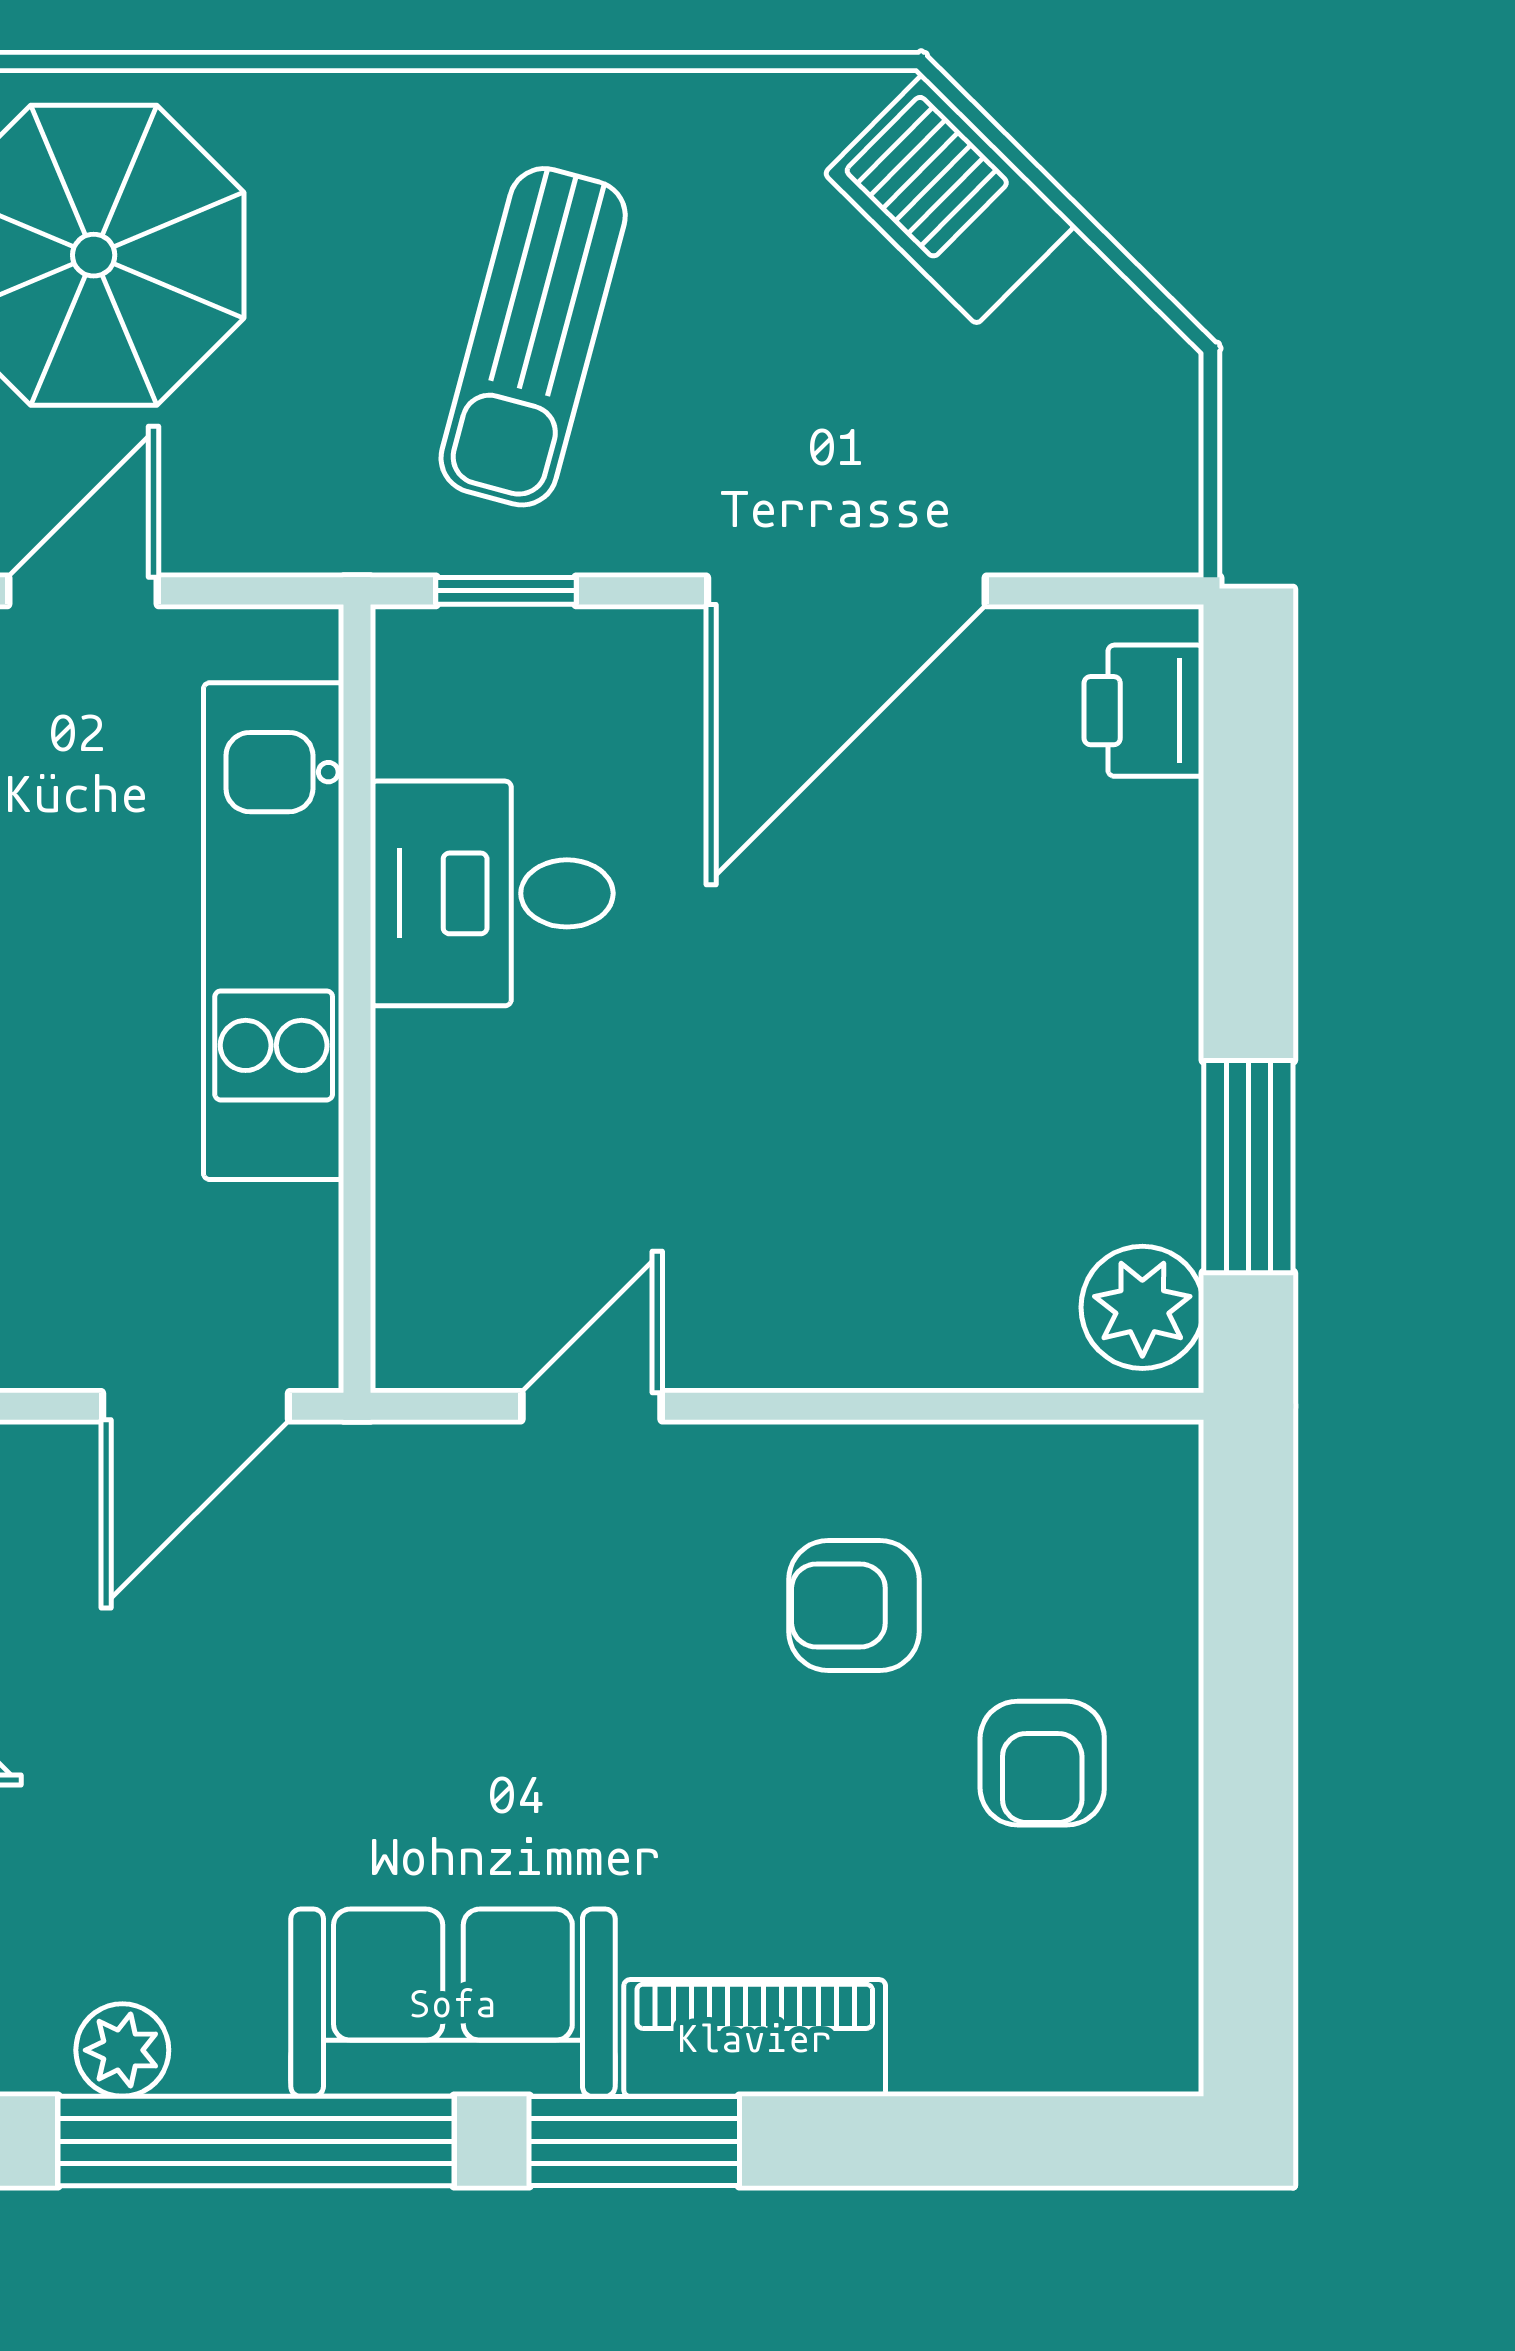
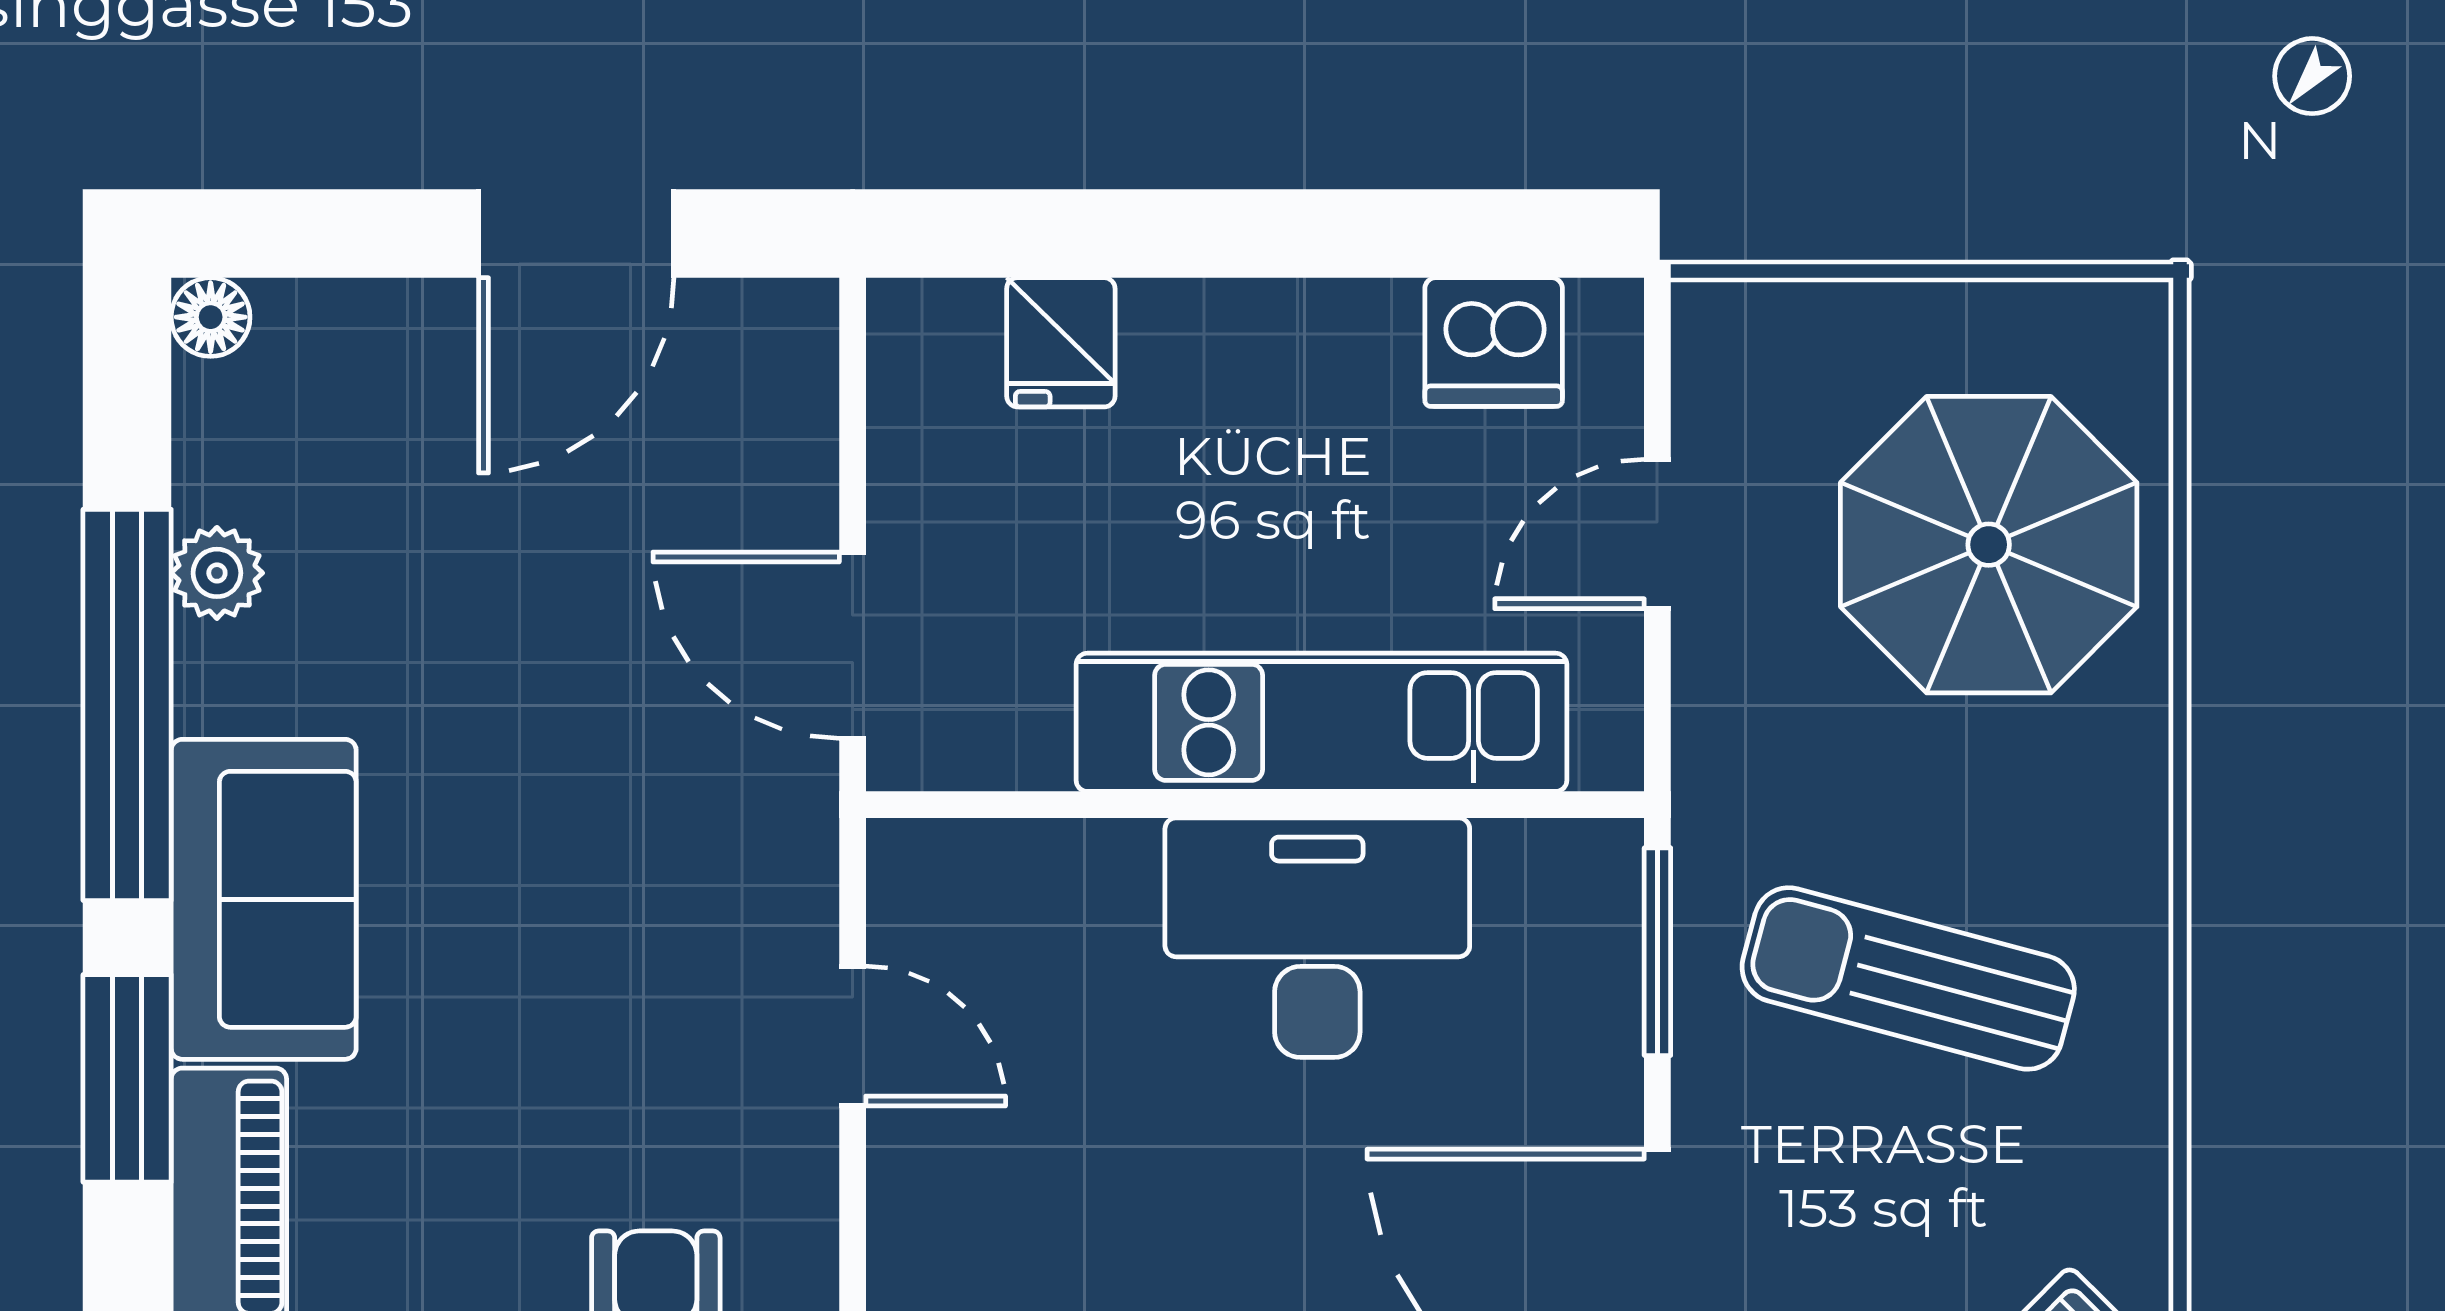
door: (83, 591) -> (1657, 534), swing flipped
window: (506, 591) -> (1657, 952), width x1.50
desk: (492, 893) -> (1317, 938), width x1.37

